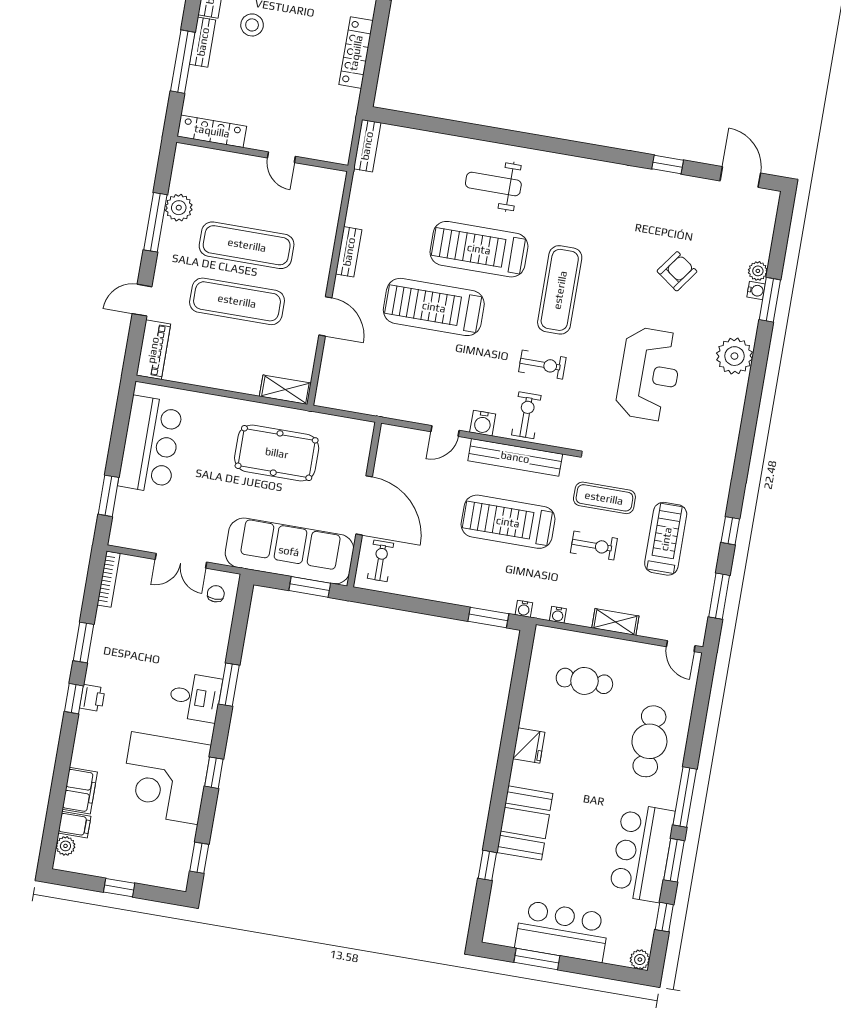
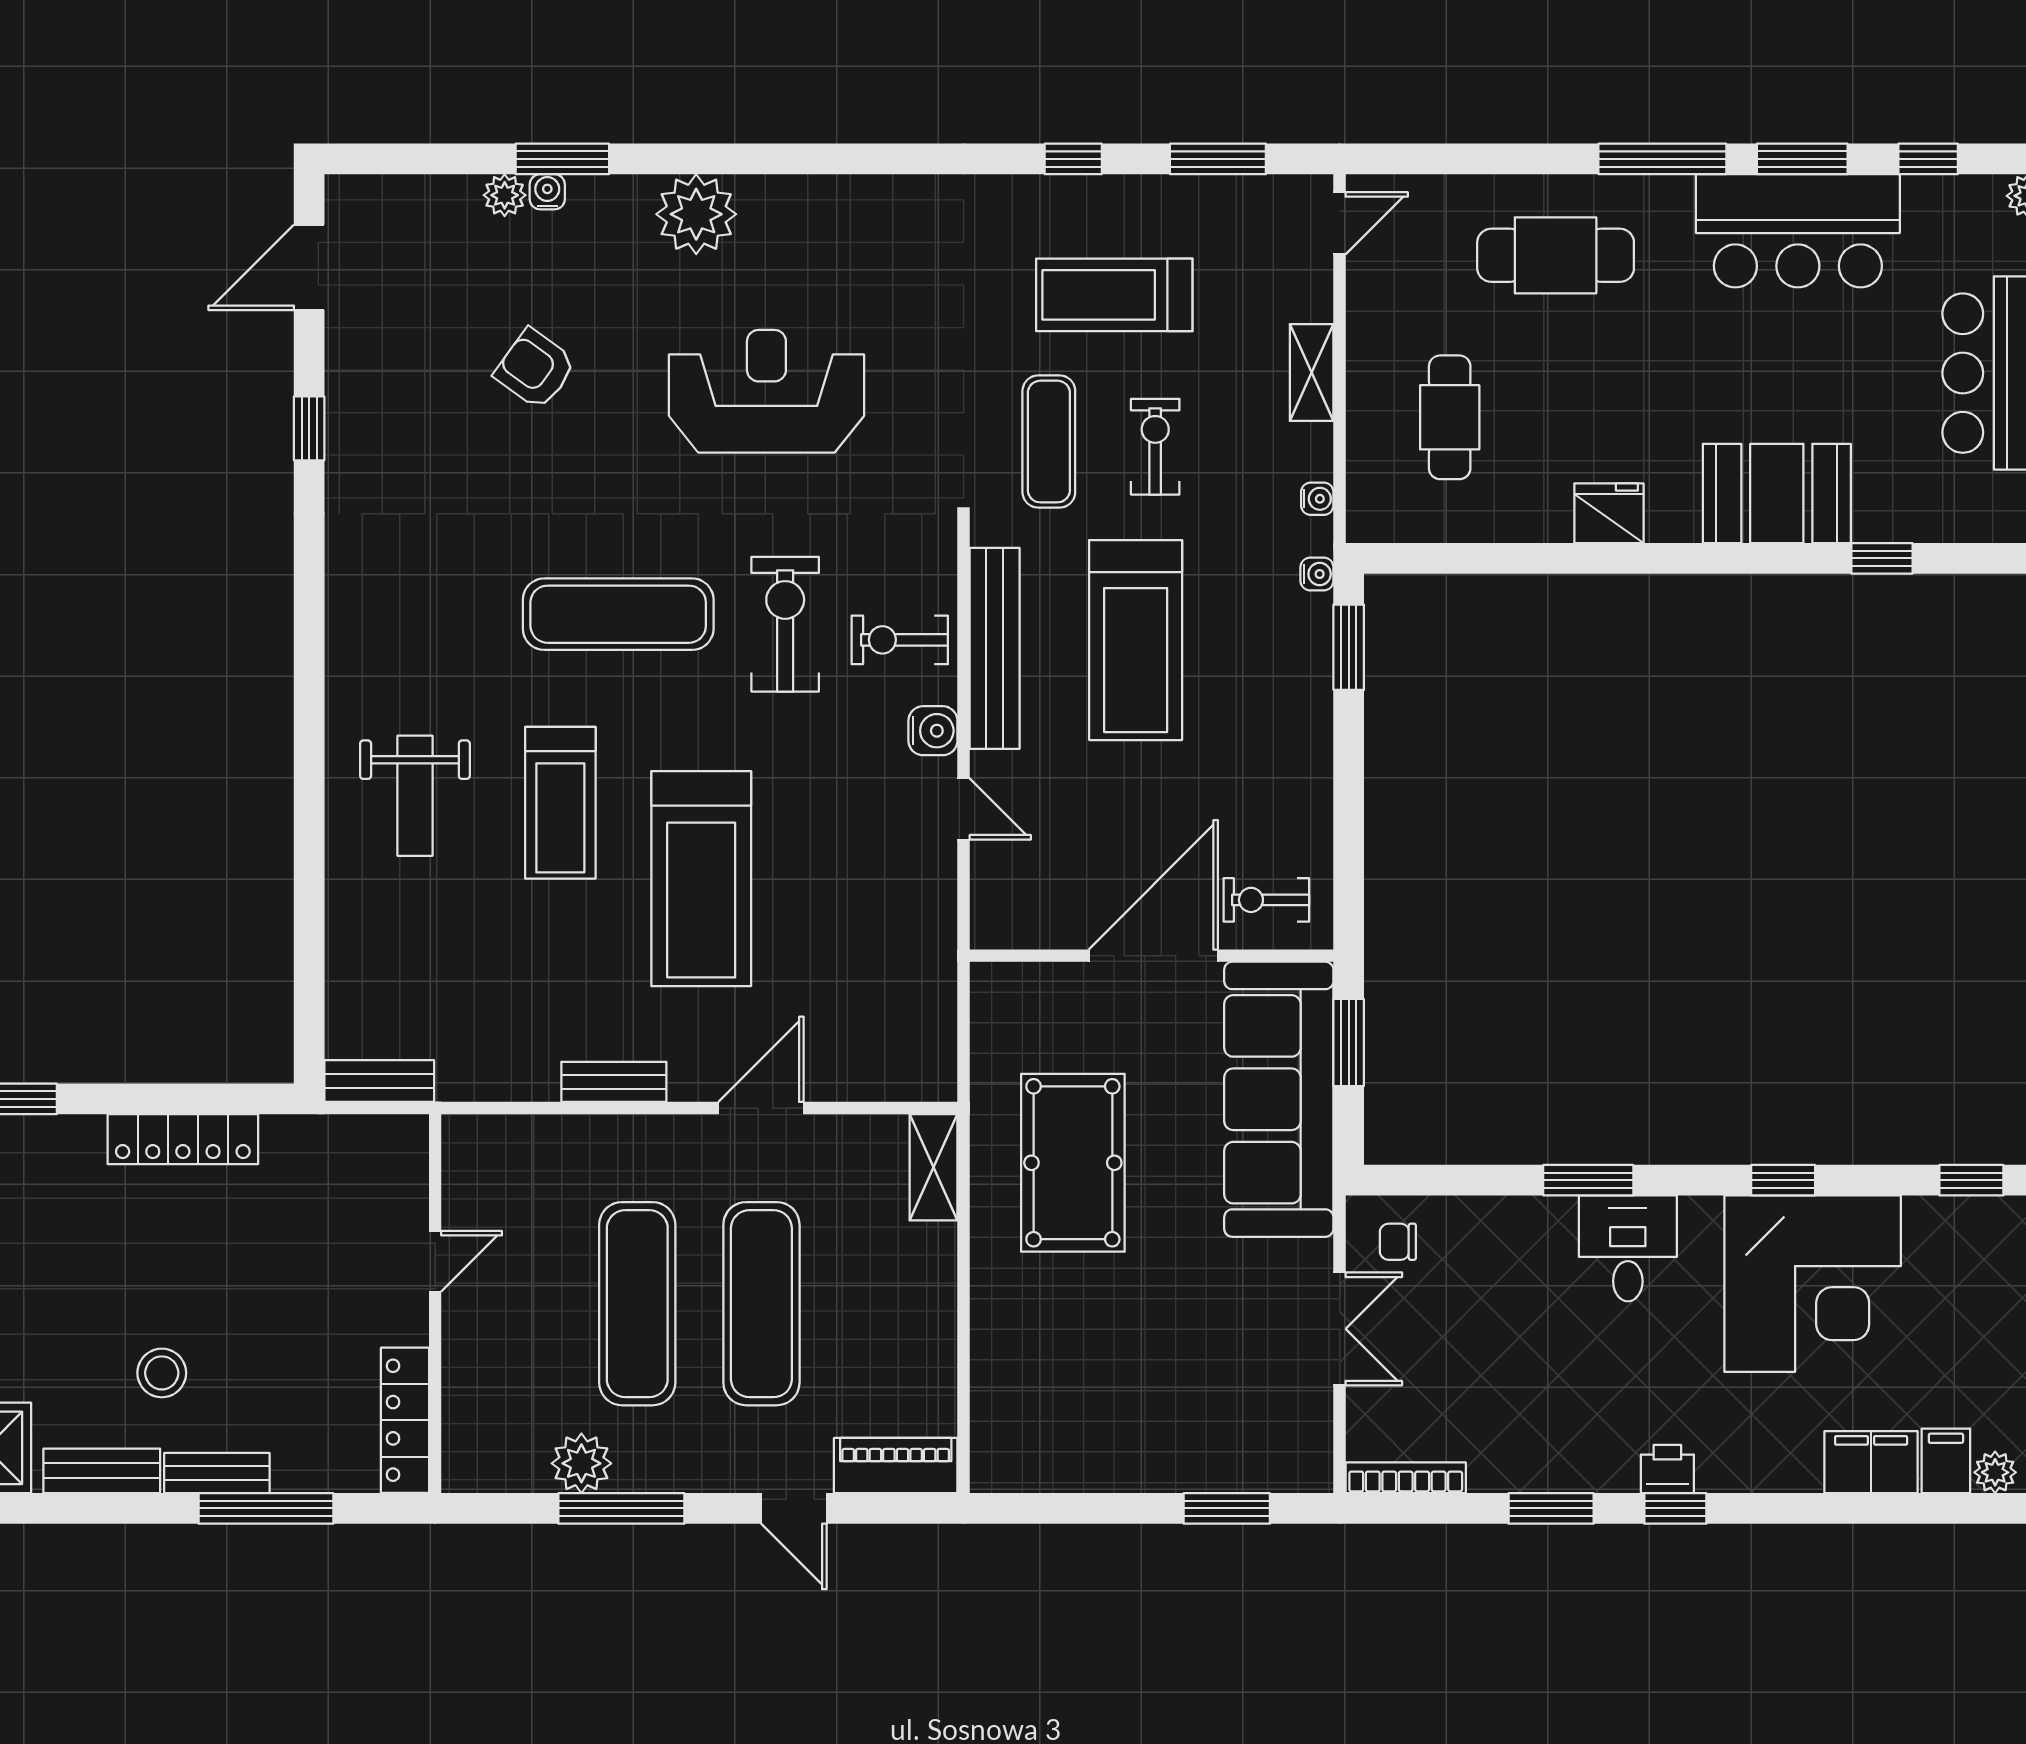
treadmill: (479, 249) -> (560, 803), width x0.73, depth x0.73
exercise bike: (542, 365) -> (785, 624), width x1.38, depth x1.39
bar counter: (150, 445) -> (1101, 1437), removed

